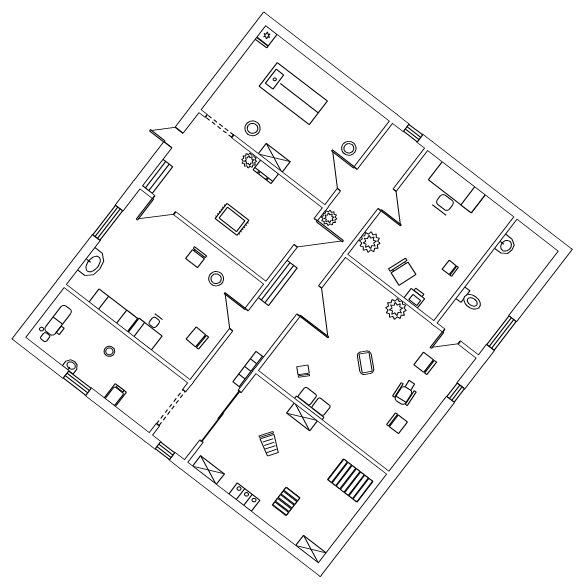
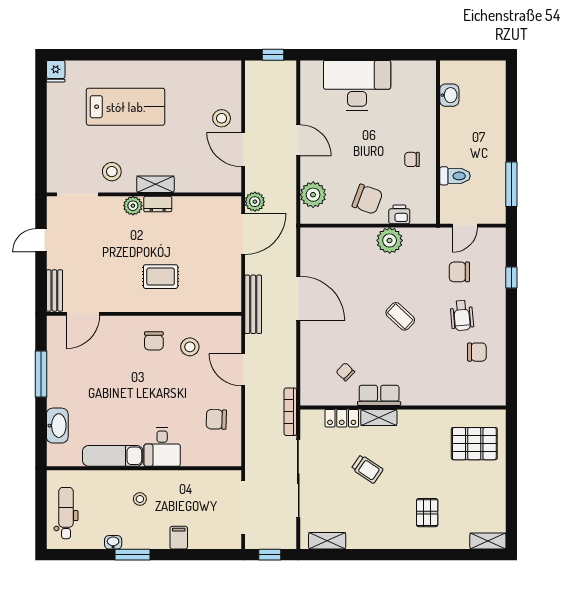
locker: (244, 497) -> (342, 418), moved, turned 180

